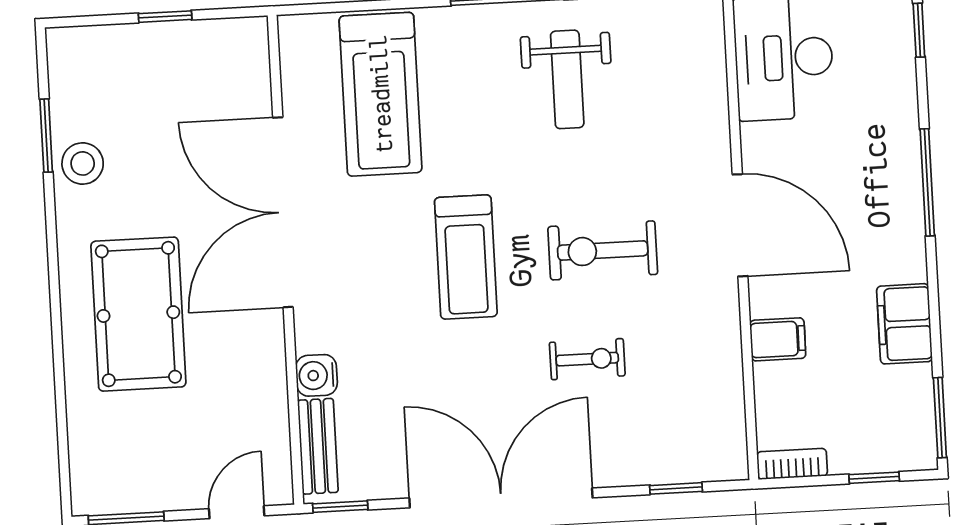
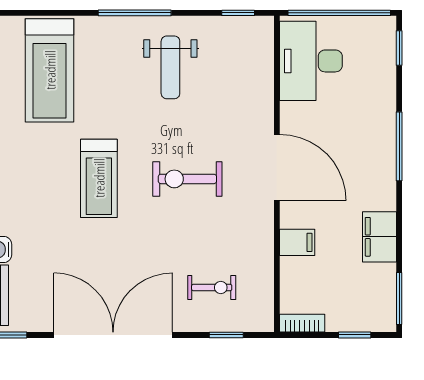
exercise bike: (587, 359) -> (212, 288), moved

